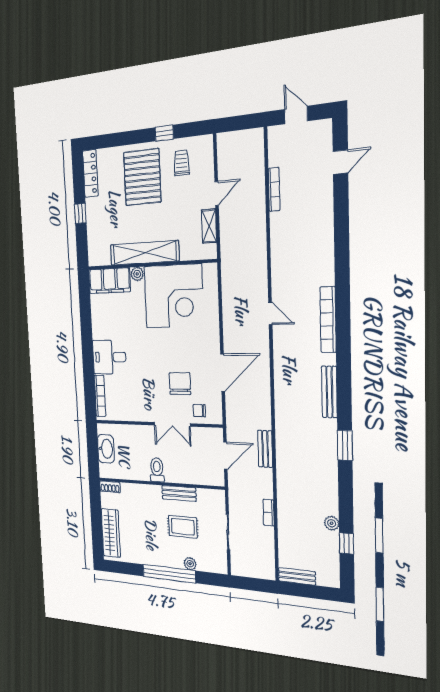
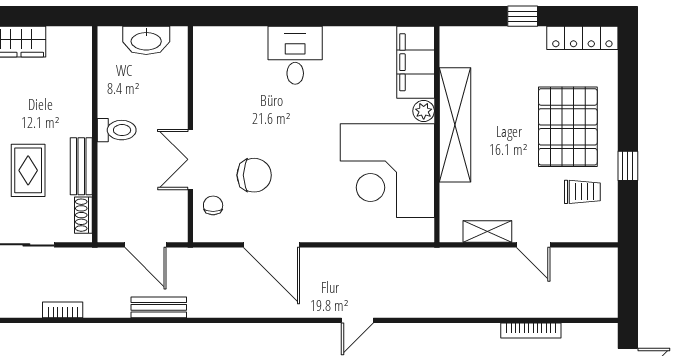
pallet: (142, 177) -> (568, 127), turned 90
bookcase: (100, 396) -> (233, 35), removed
shoe rack: (110, 487) -> (83, 215), moved

